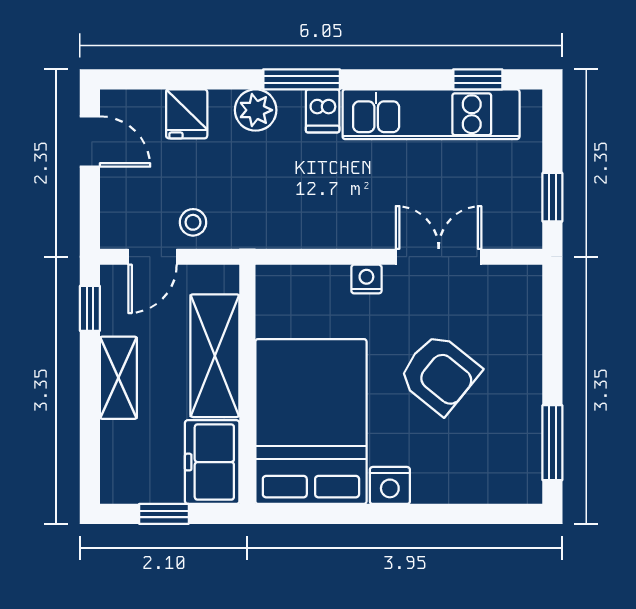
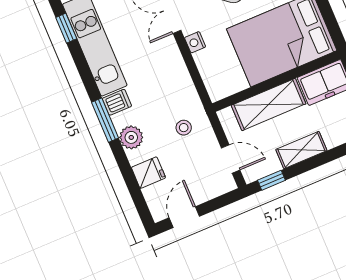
stool: (193, 222) -> (184, 128), moved

